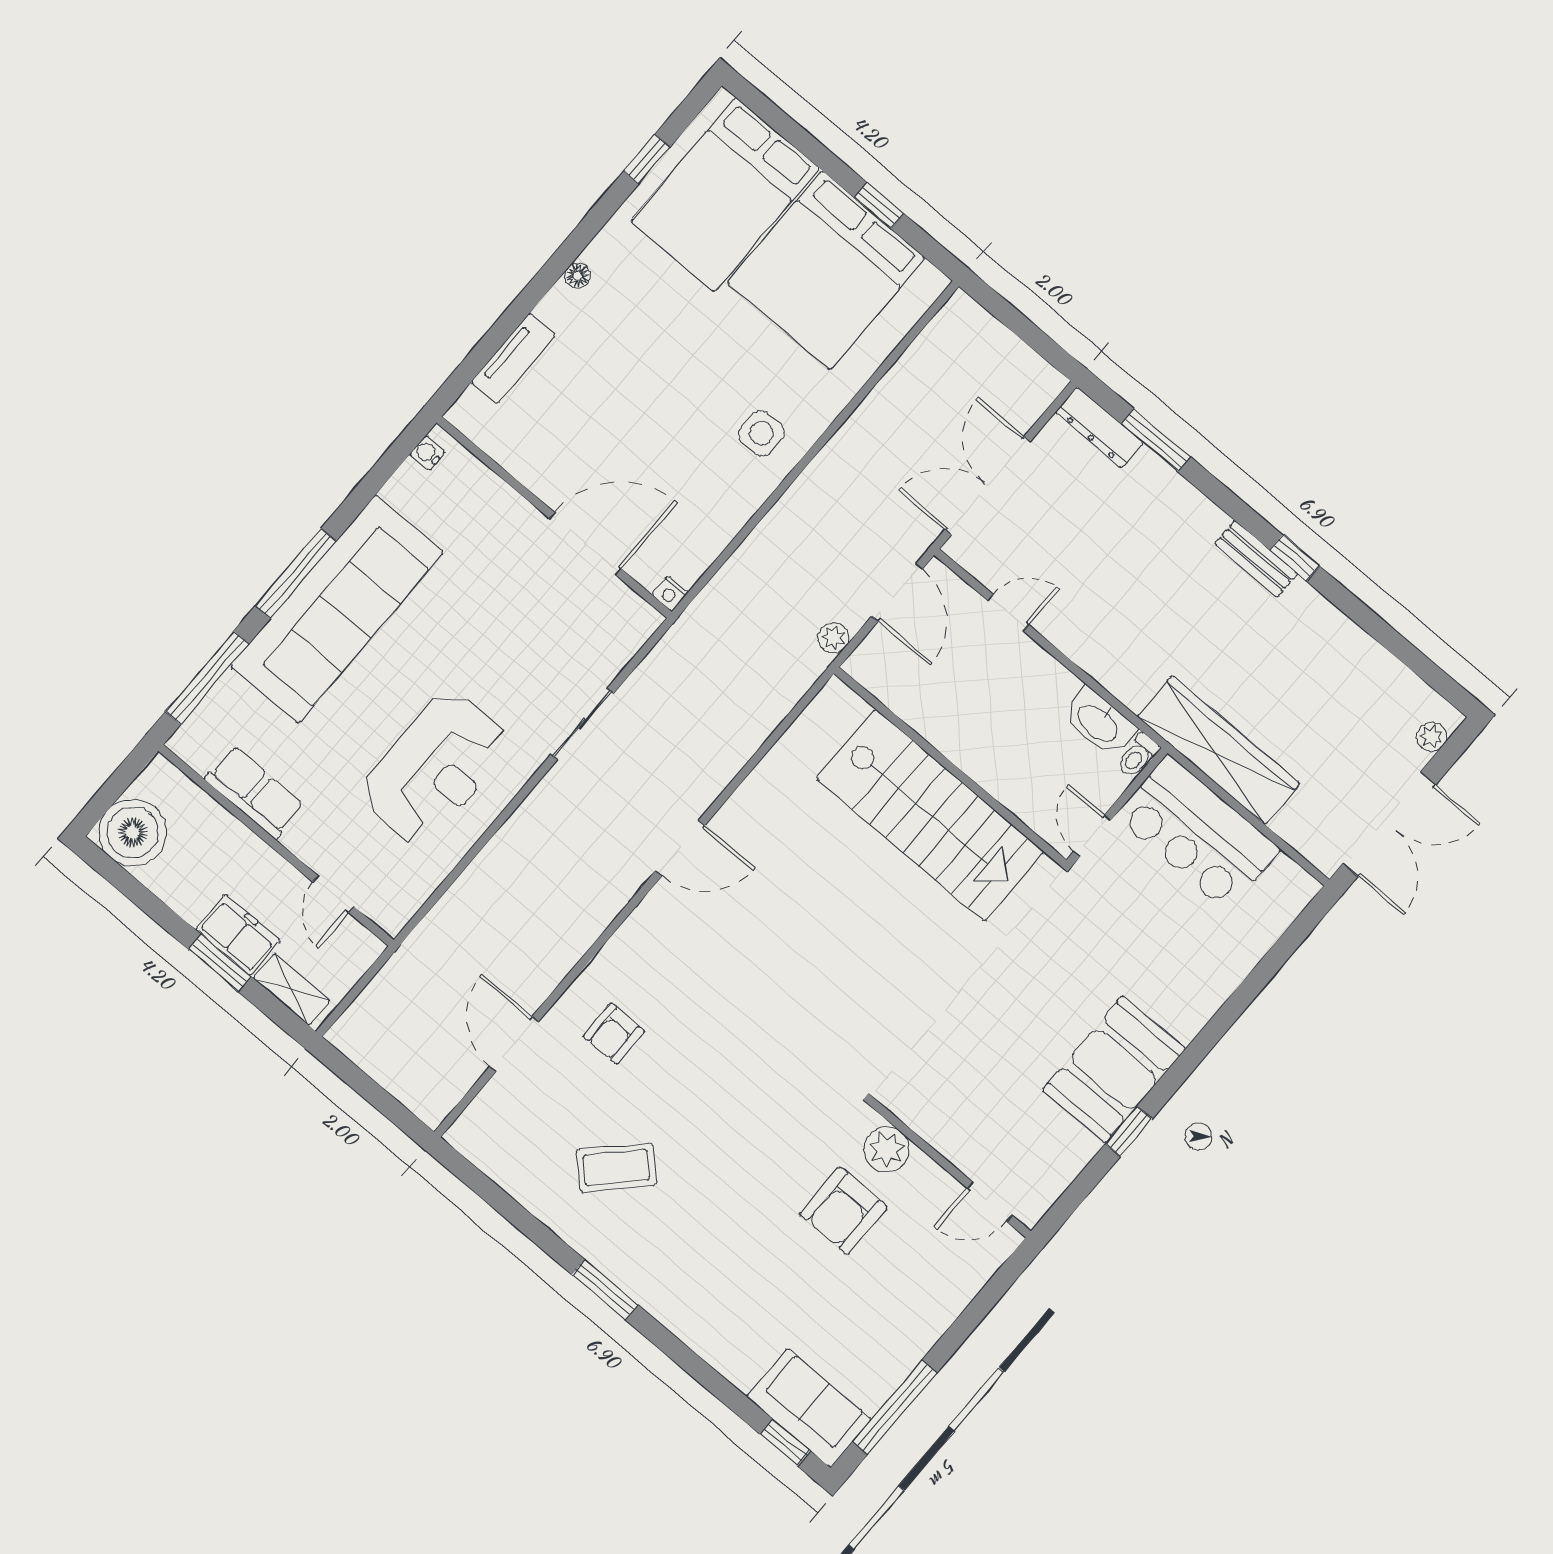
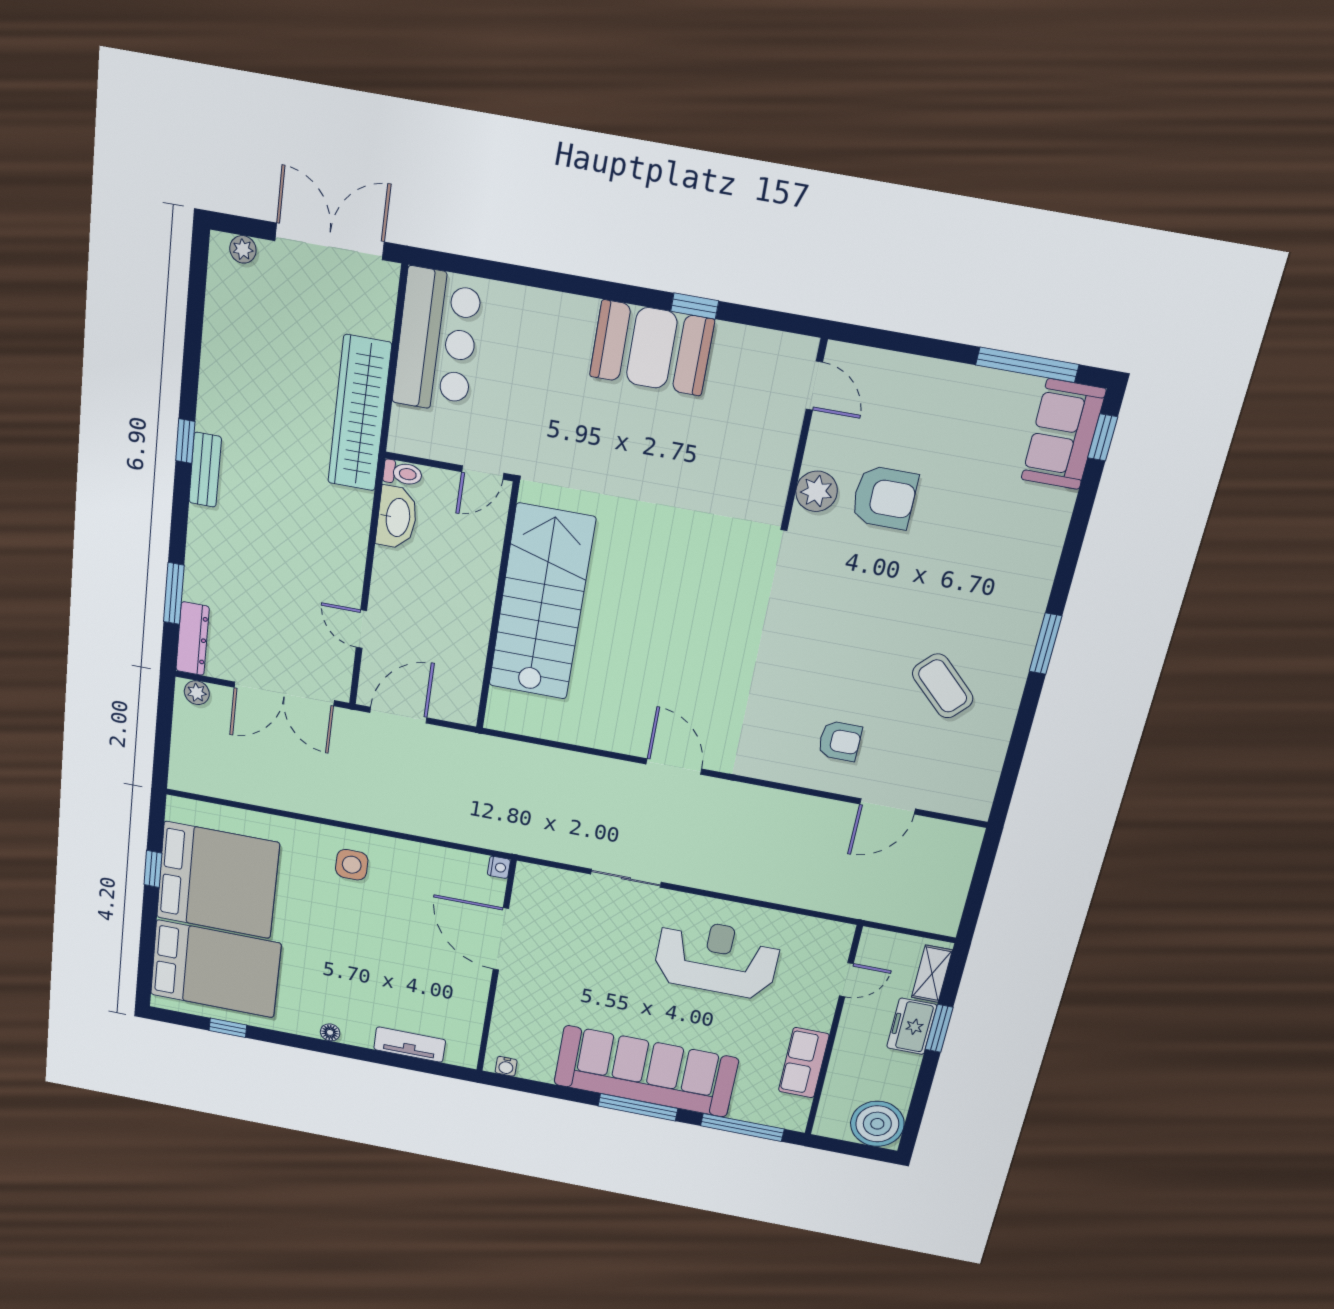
plant: (833, 638) -> (197, 693), moved
bar counter: (1198, 833) -> (437, 341), moved

